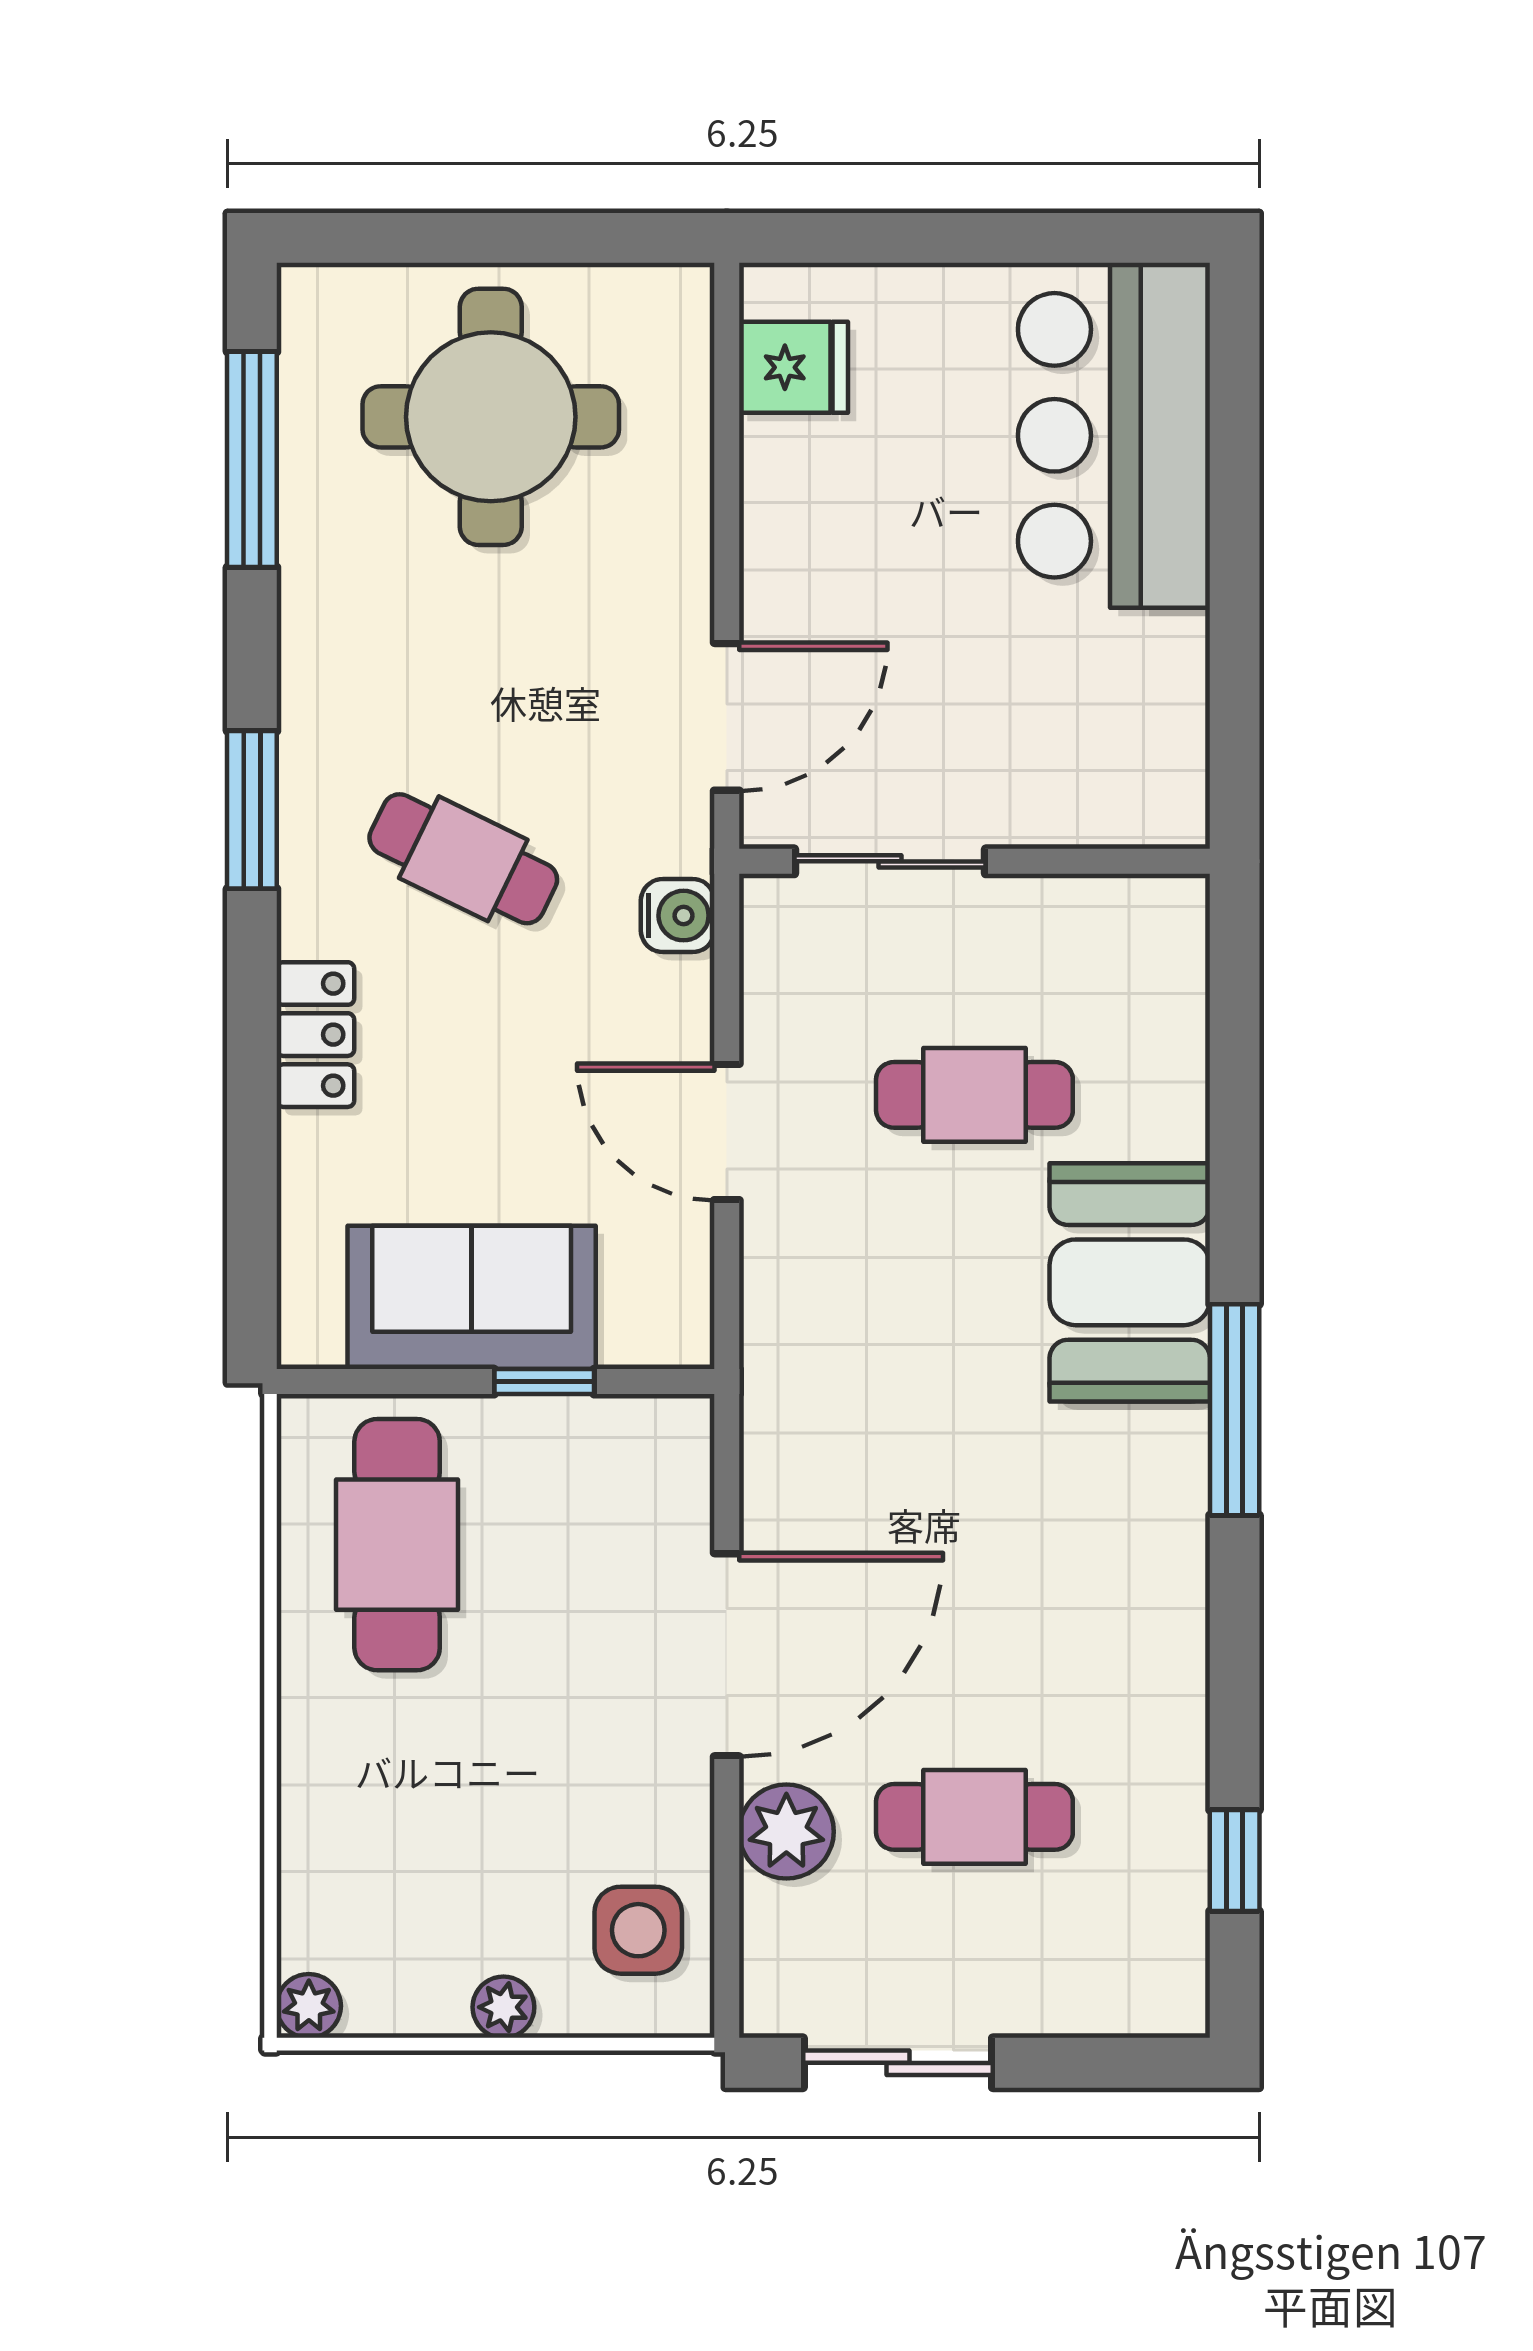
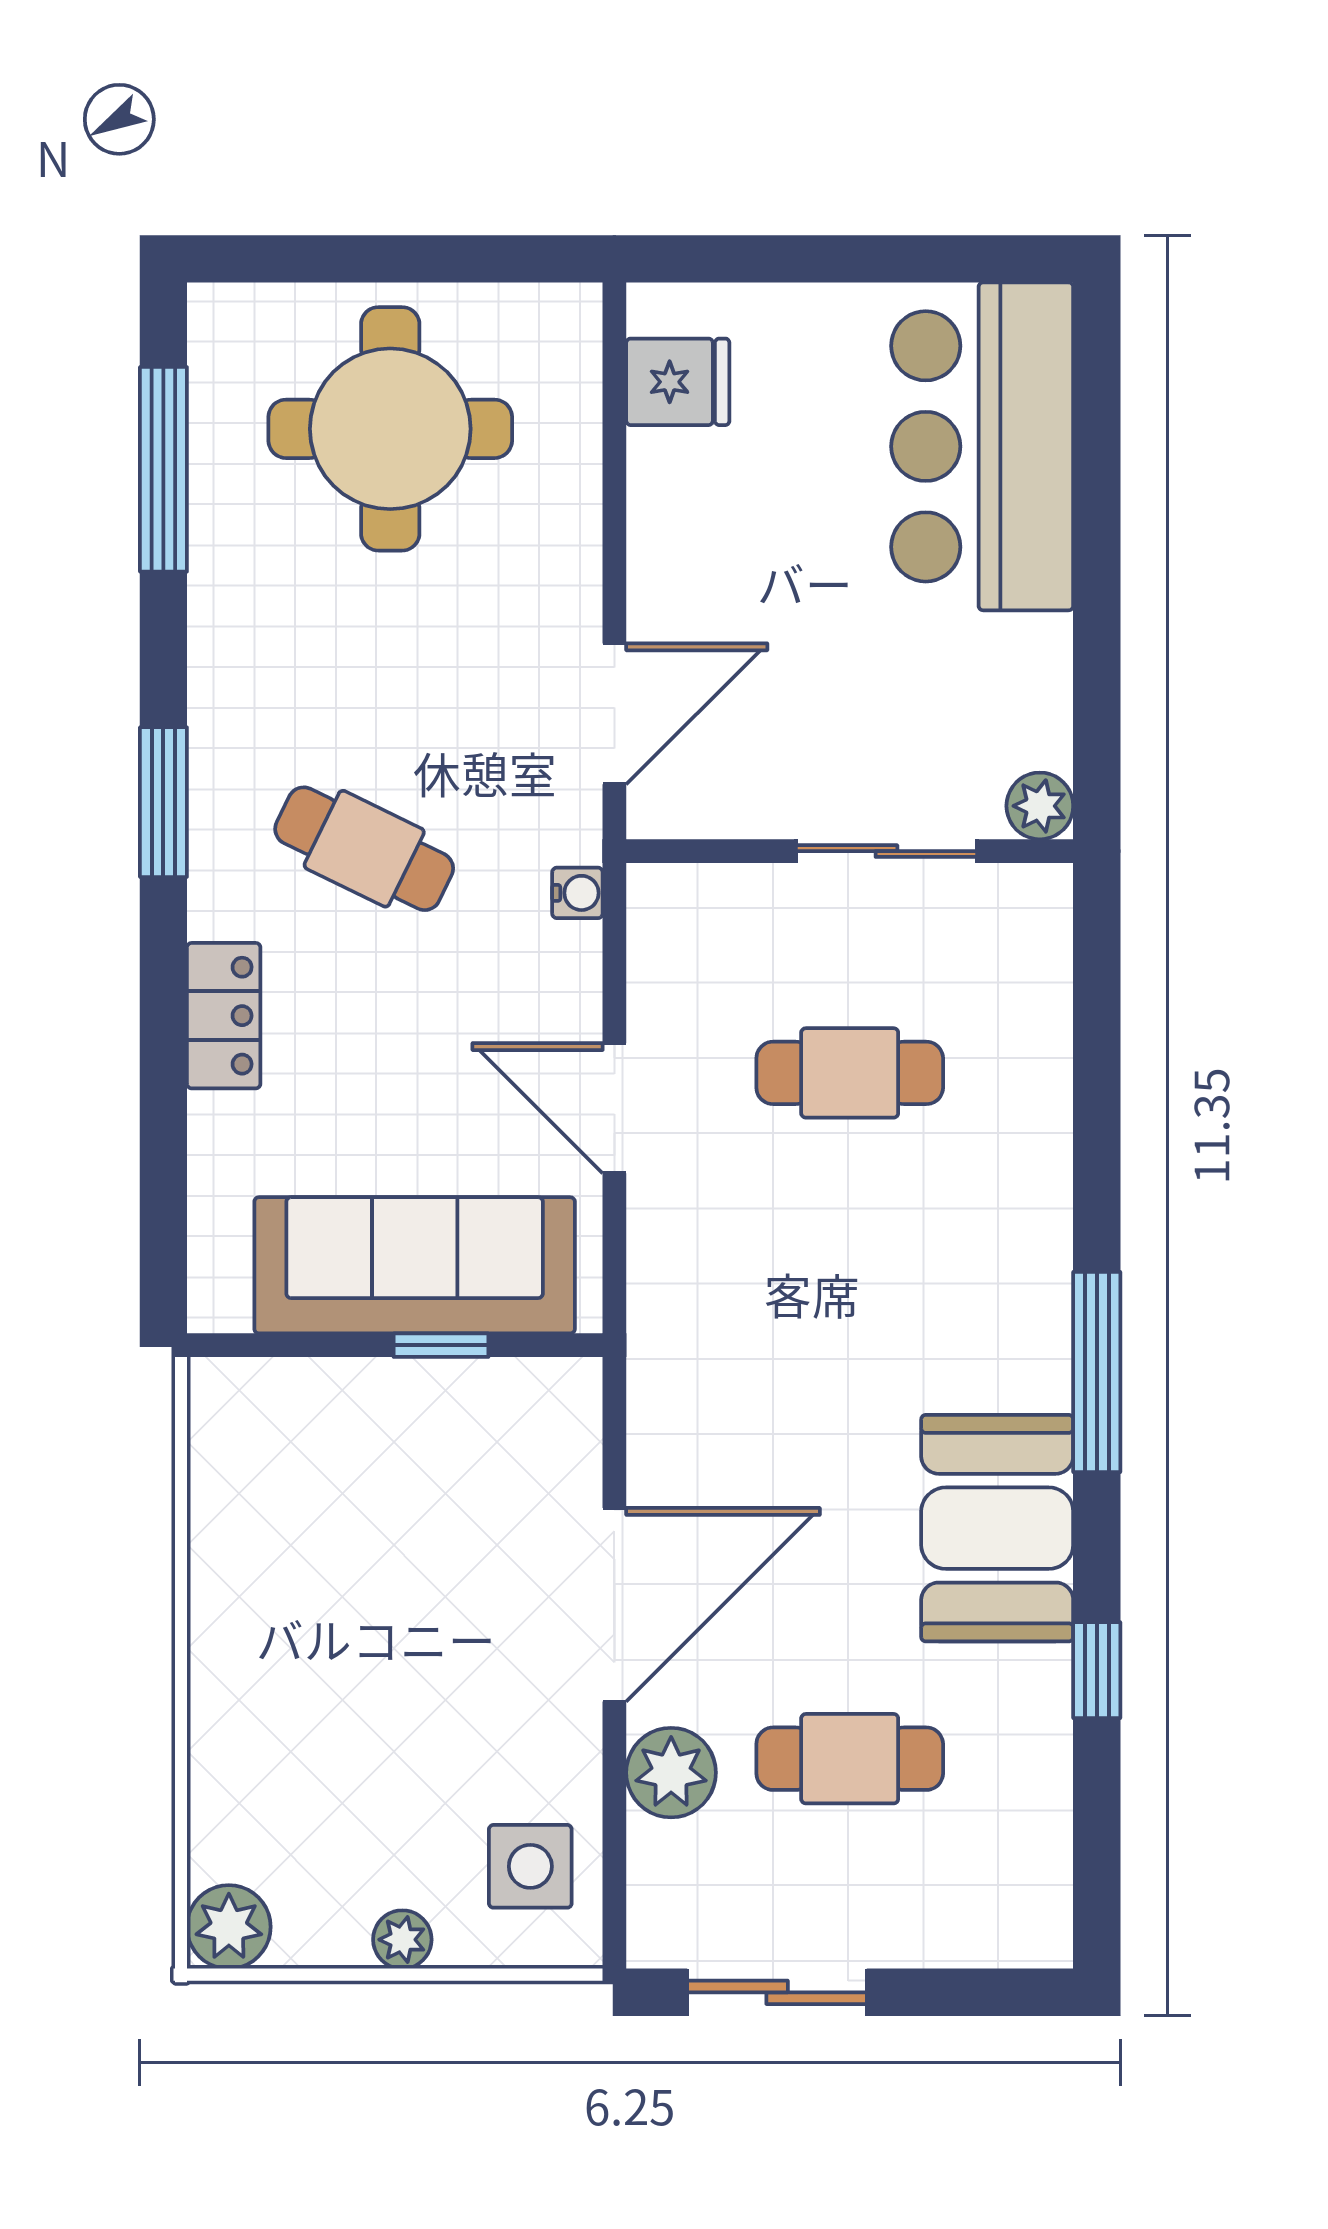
plant: (1175, 814) -> (1040, 806), added
sliding door: (890, 861) -> (886, 851), moved
water cooler: (678, 916) -> (577, 893), width x0.72, depth x0.72
booth: (1130, 1282) -> (997, 1528), moved
sofa: (472, 1297) -> (415, 1265), width x1.36
cafe table: (397, 1545) -> (301, 1500), removed
window: (1235, 1861) -> (1097, 1670), moved
plant: (309, 2006) -> (229, 1927), width x1.38, depth x1.38

